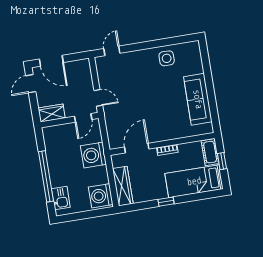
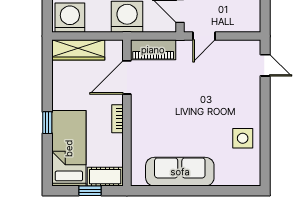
piano: (114, 133) -> (153, 50), added
door: (137, 148) -> (127, 77), swing flipped
window: (166, 202) -> (47, 123), moved

